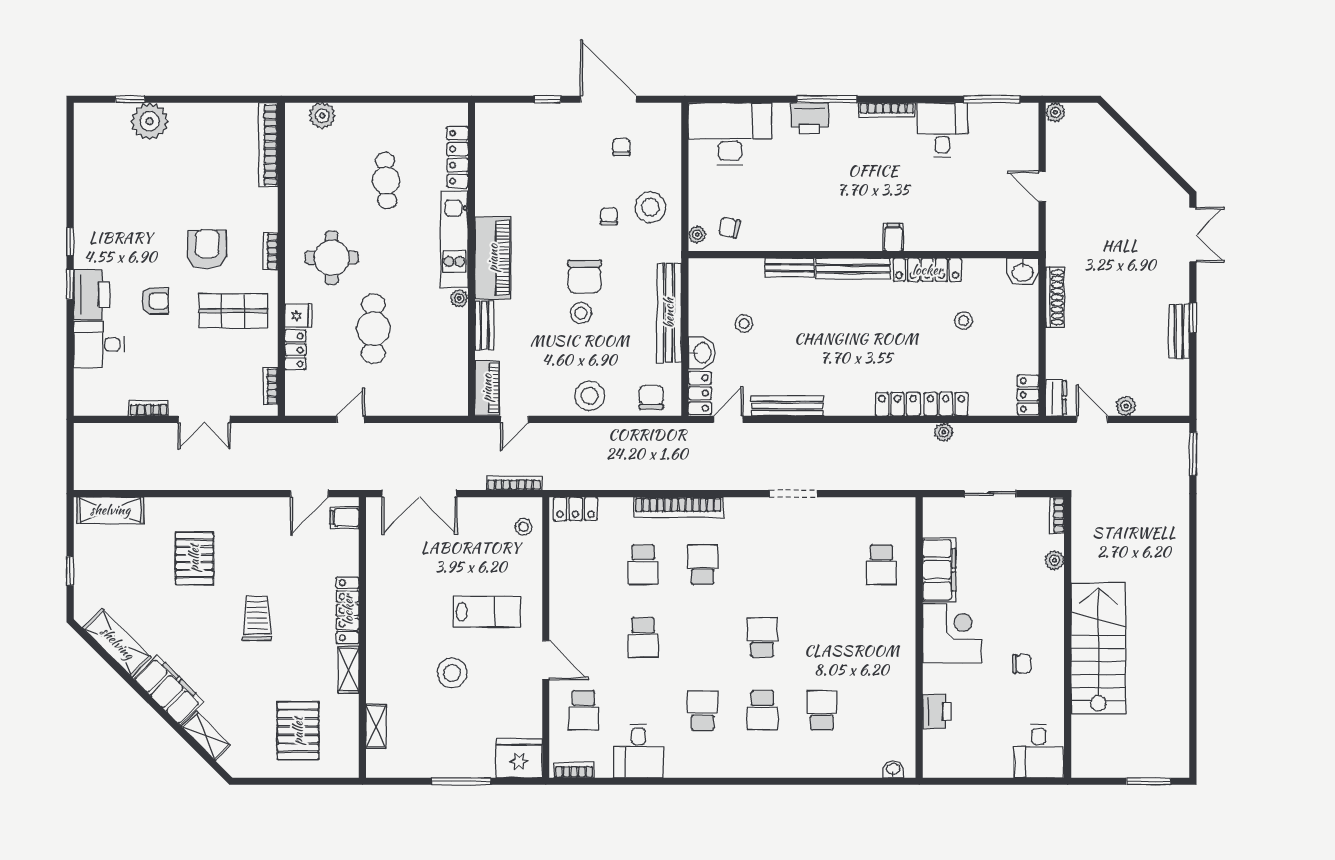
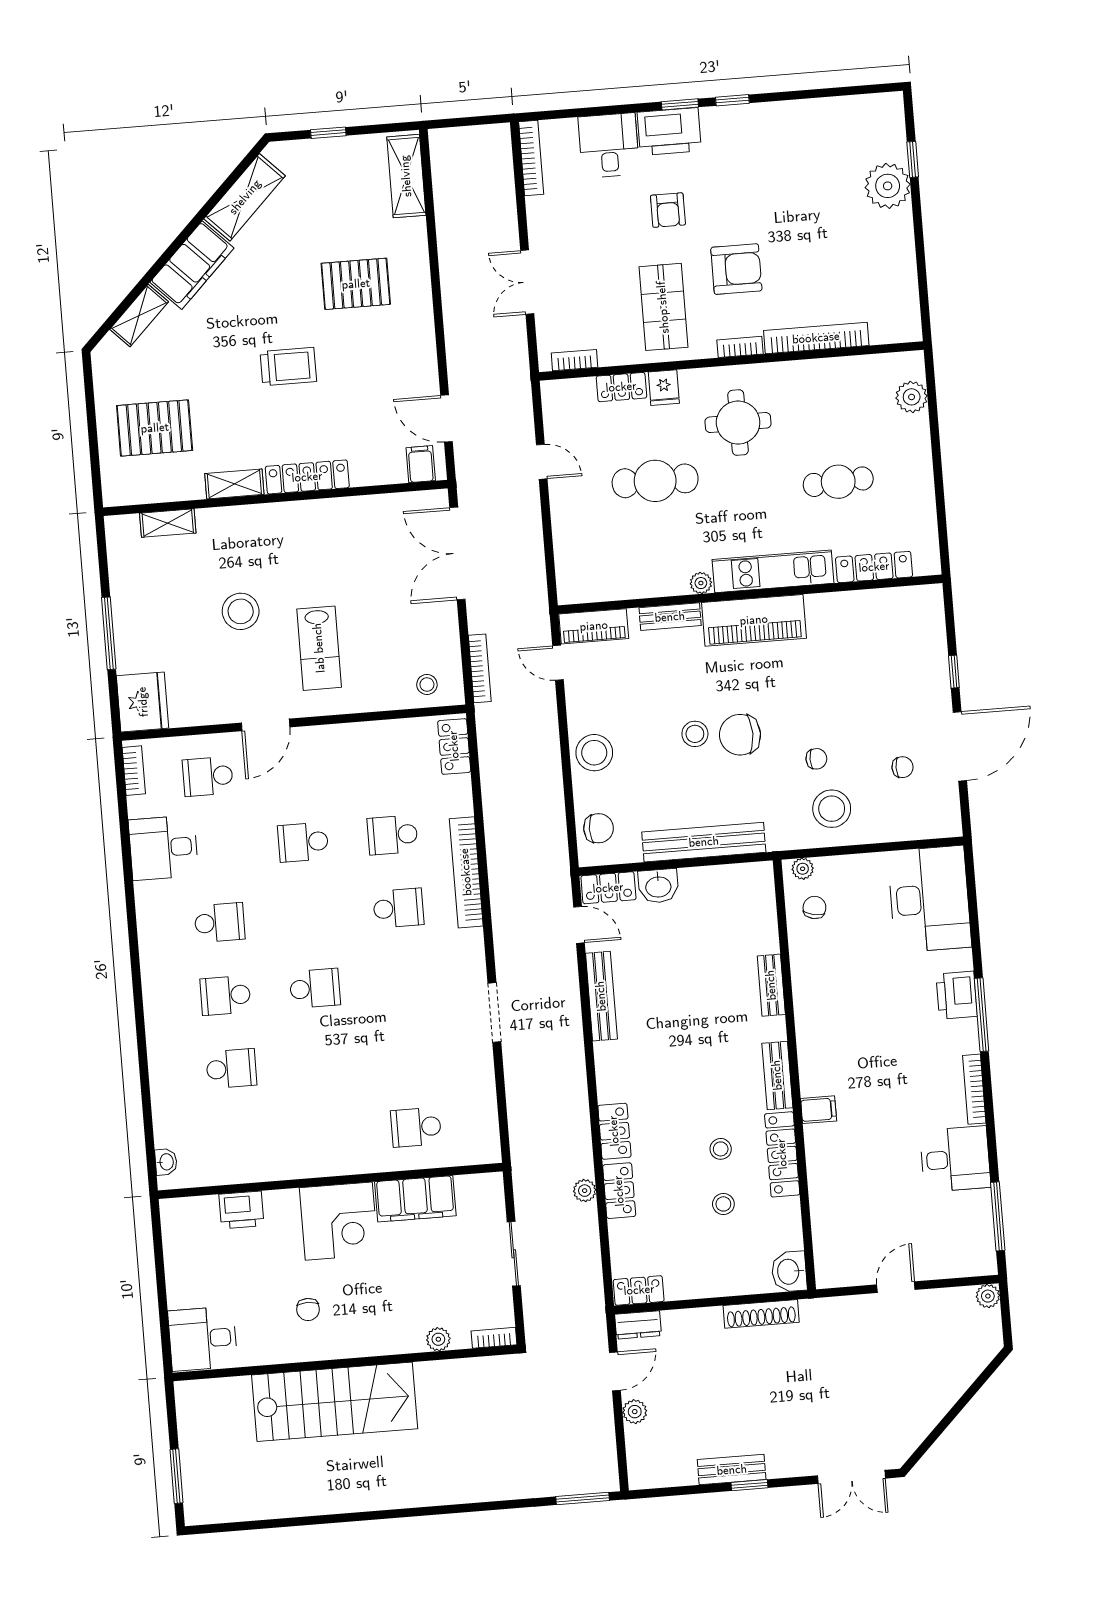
bookcase: (268, 145) -> (816, 338), moved
bench: (853, 269) -> (777, 1075), width x0.73
stool: (744, 323) -> (721, 1149), moved
bookcase: (149, 408) -> (531, 158), moved, width x1.56

